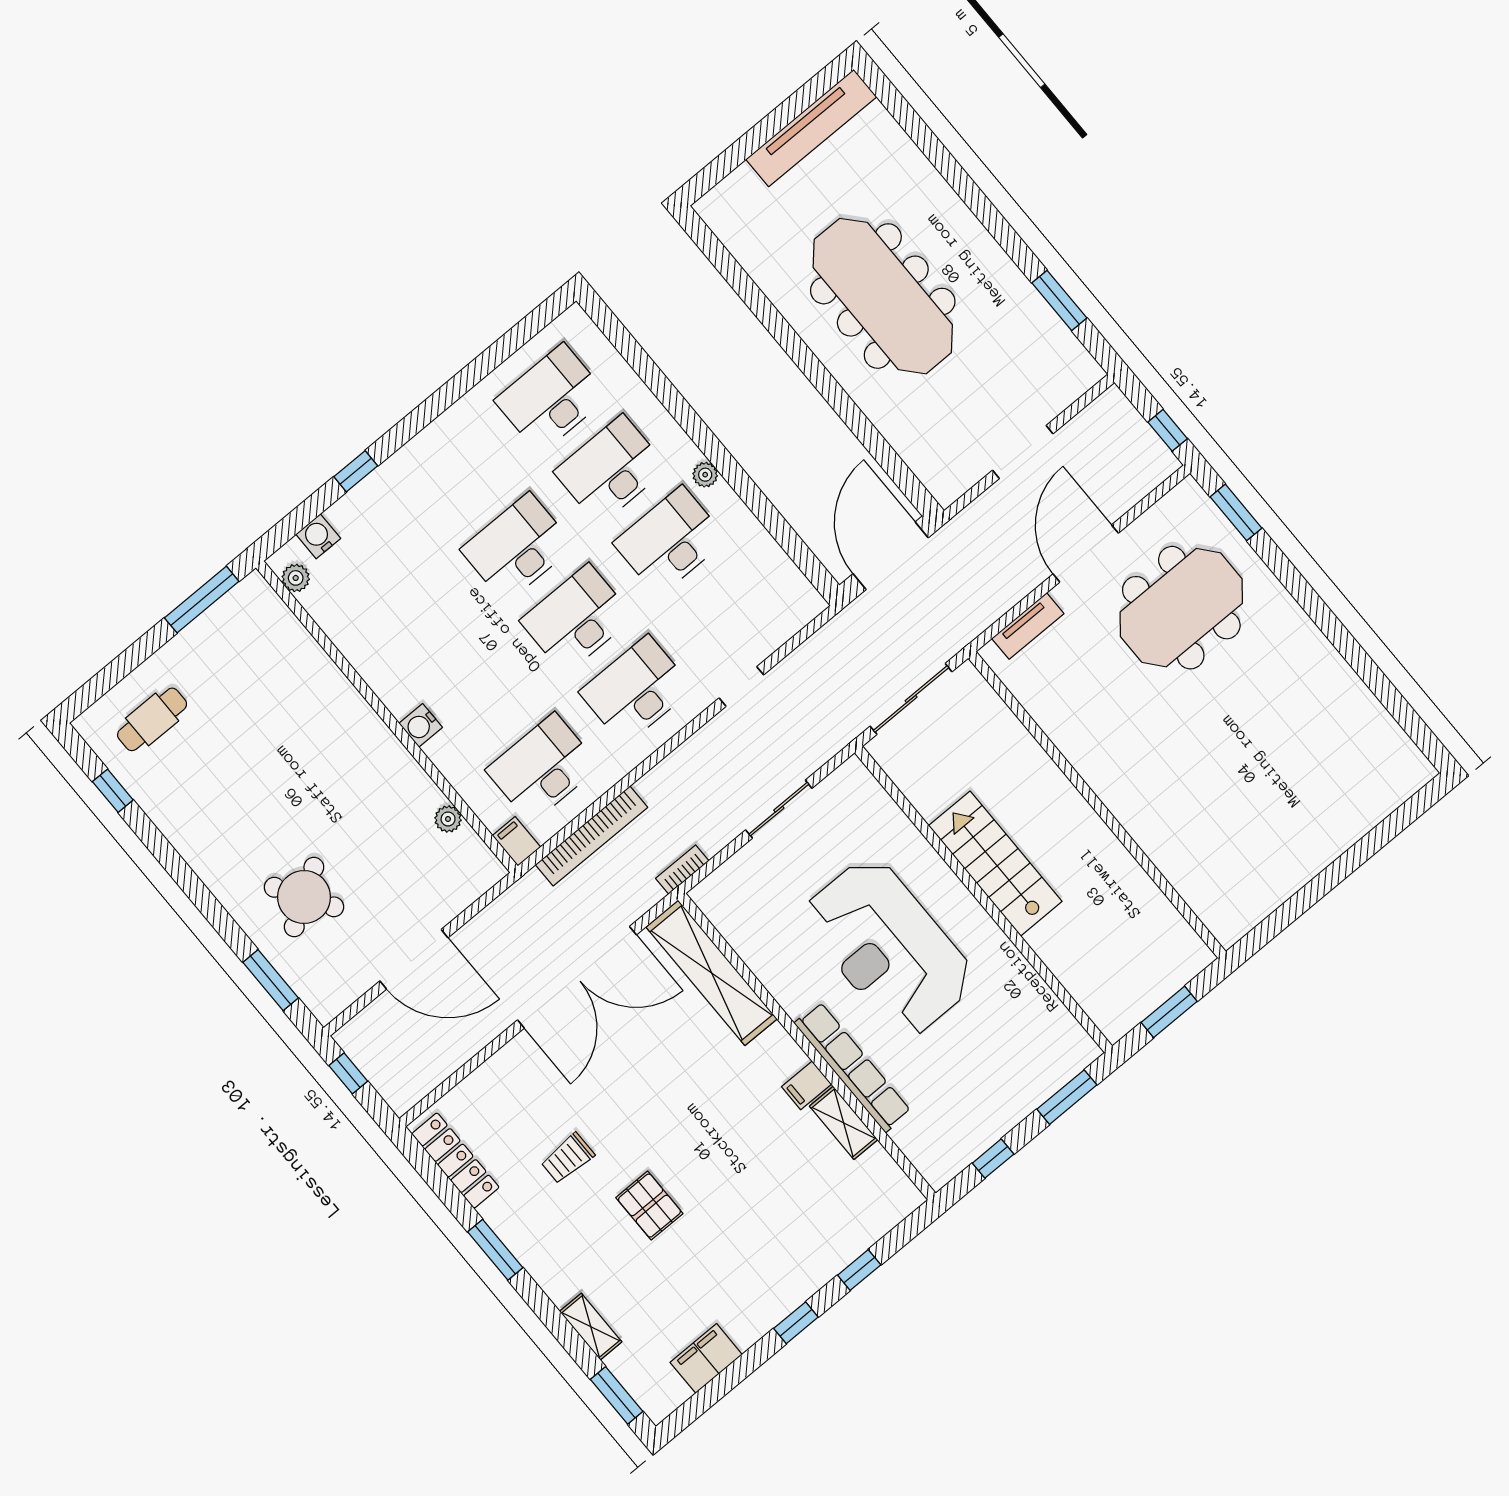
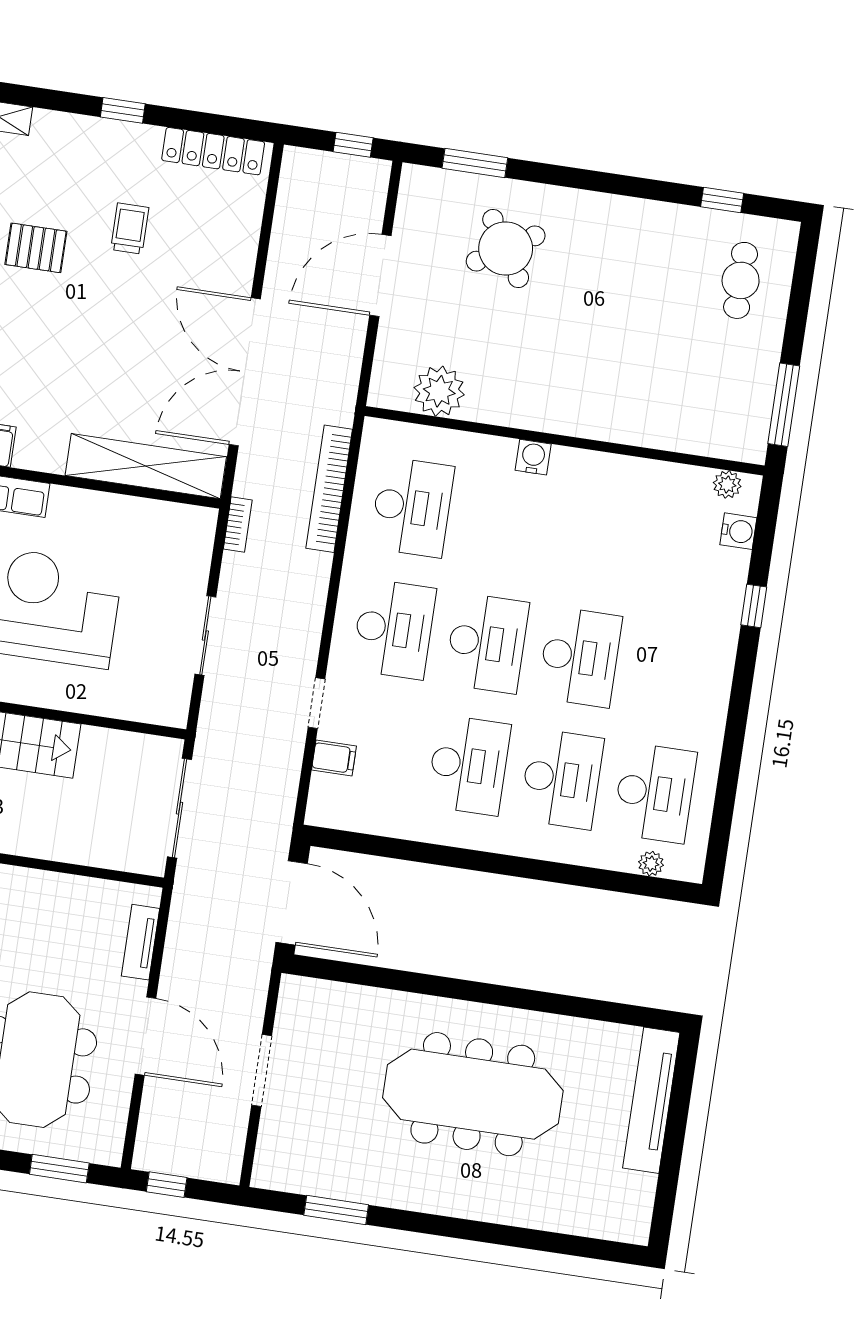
tv unit: (811, 128) -> (651, 1100), moved
plant: (705, 475) -> (651, 864), moved
plant: (448, 819) -> (439, 391), width x1.87, depth x1.87
filing cabinet: (516, 841) -> (334, 758), moved
window: (495, 1250) -> (123, 110), width x0.67

